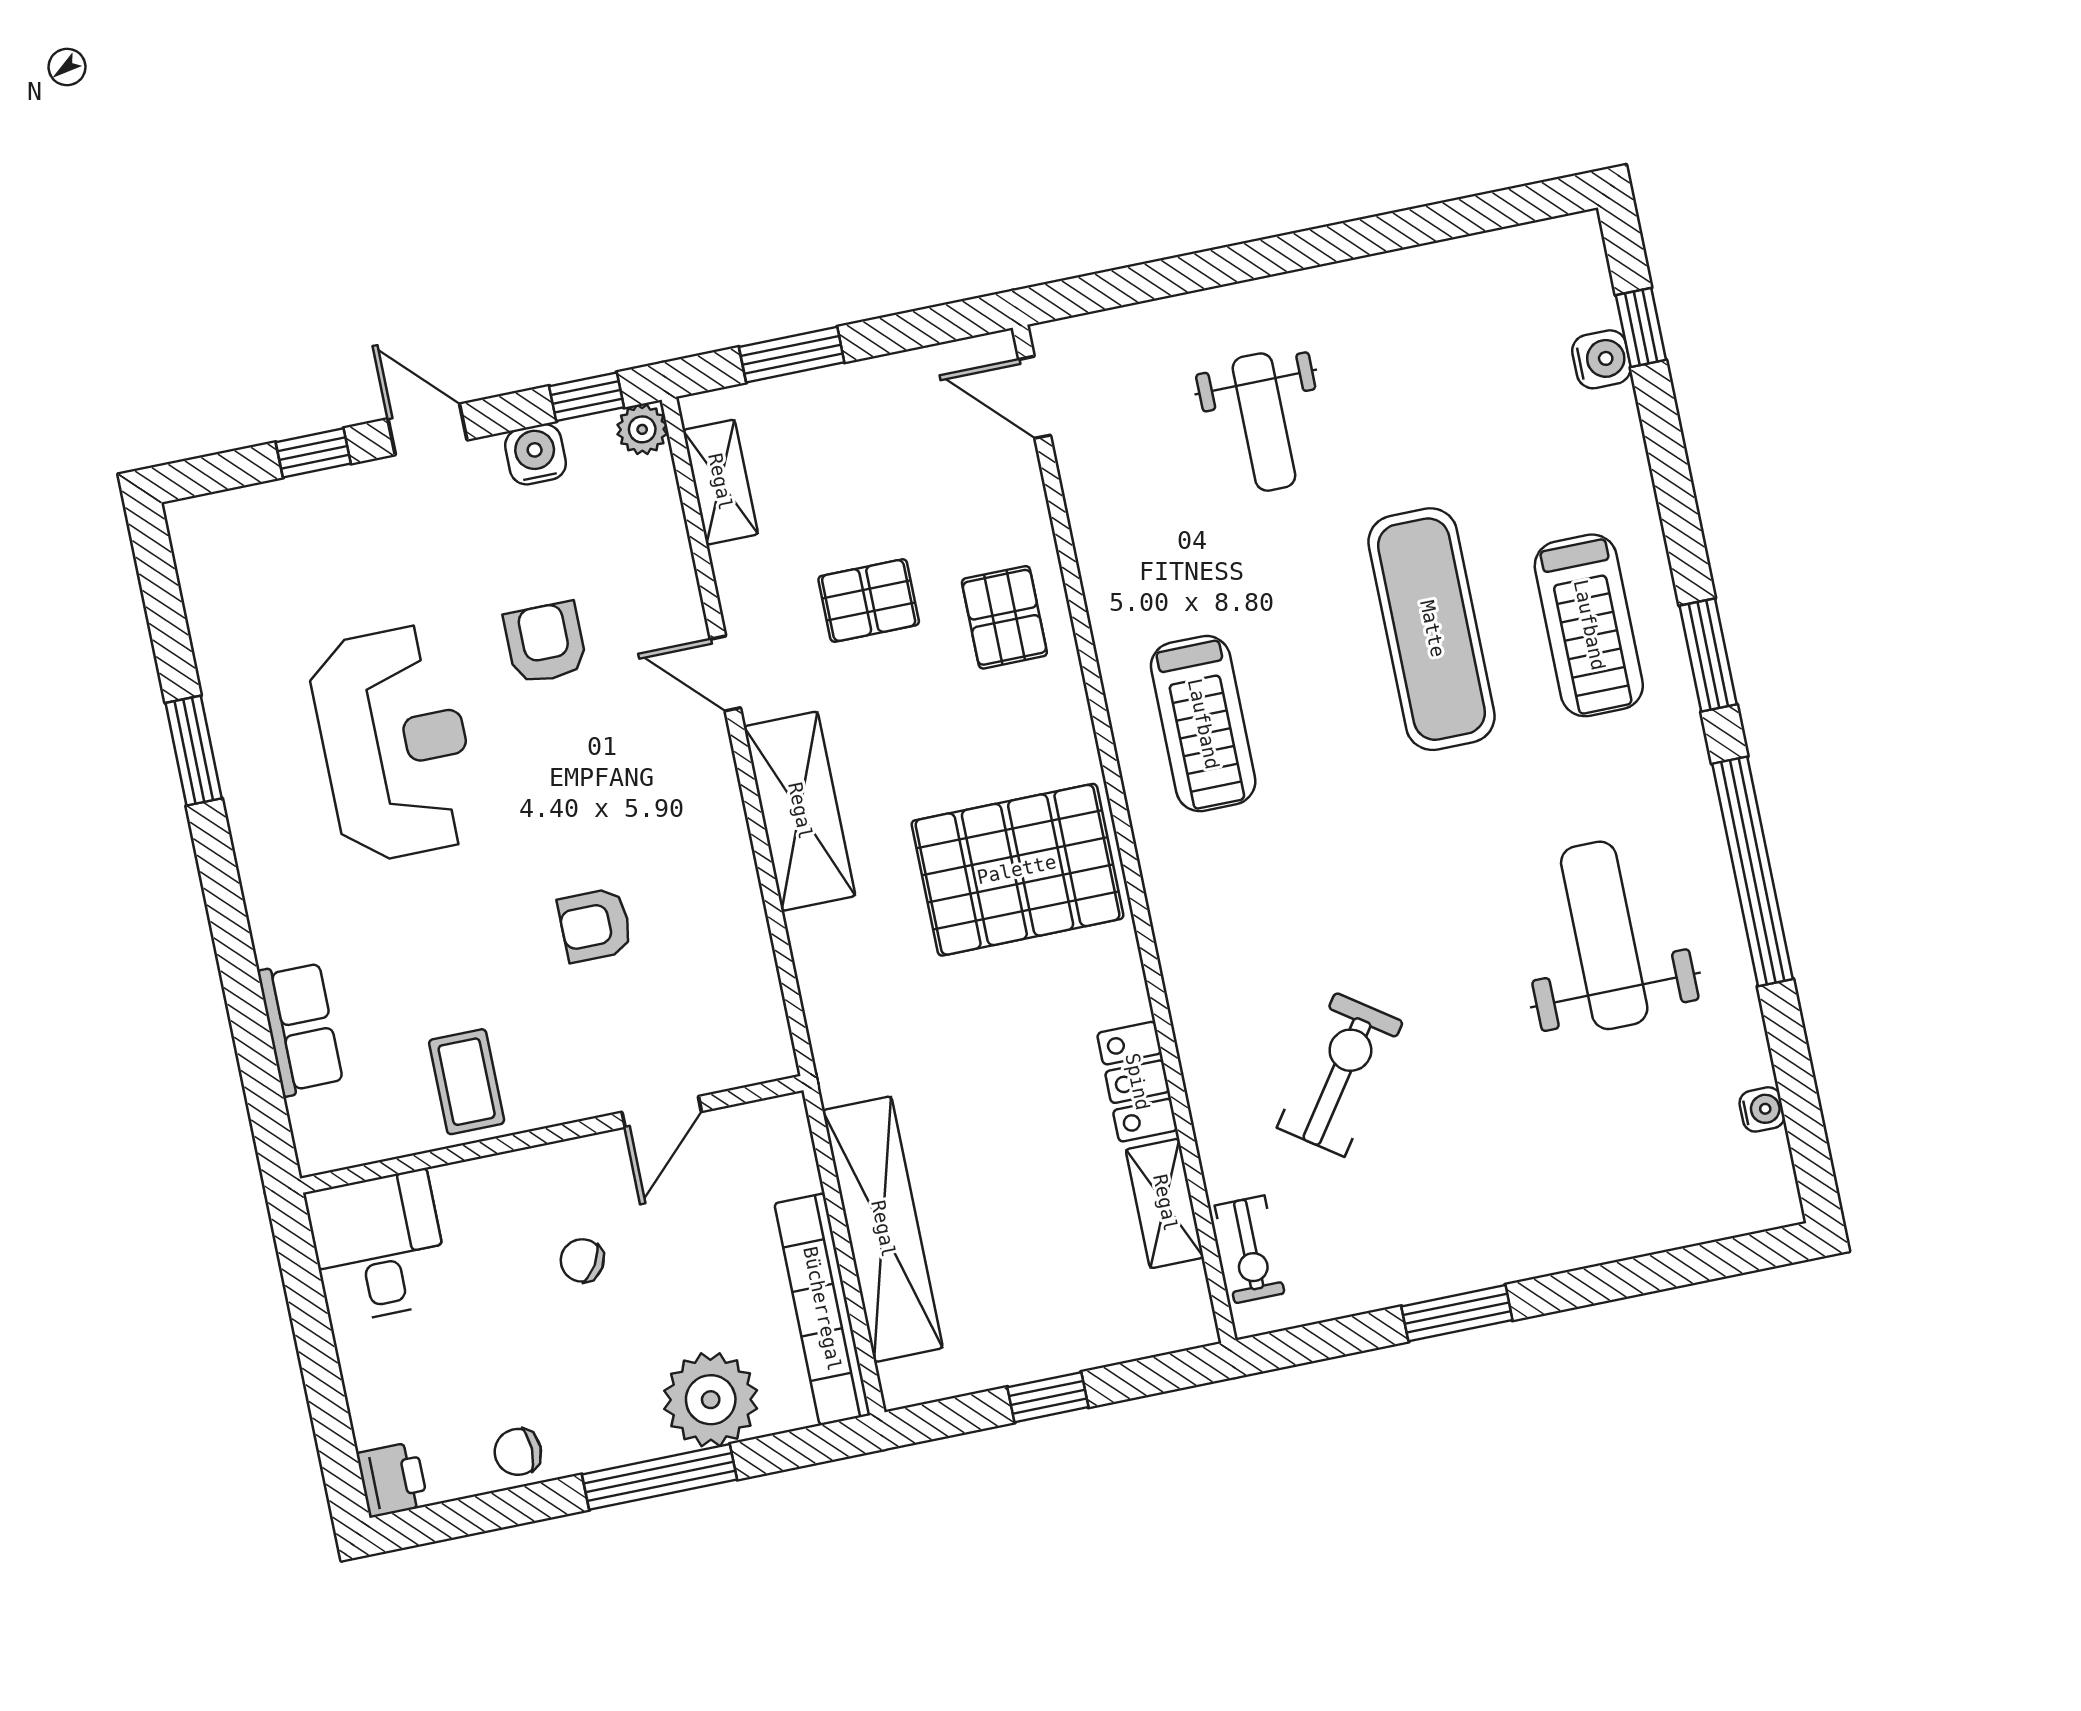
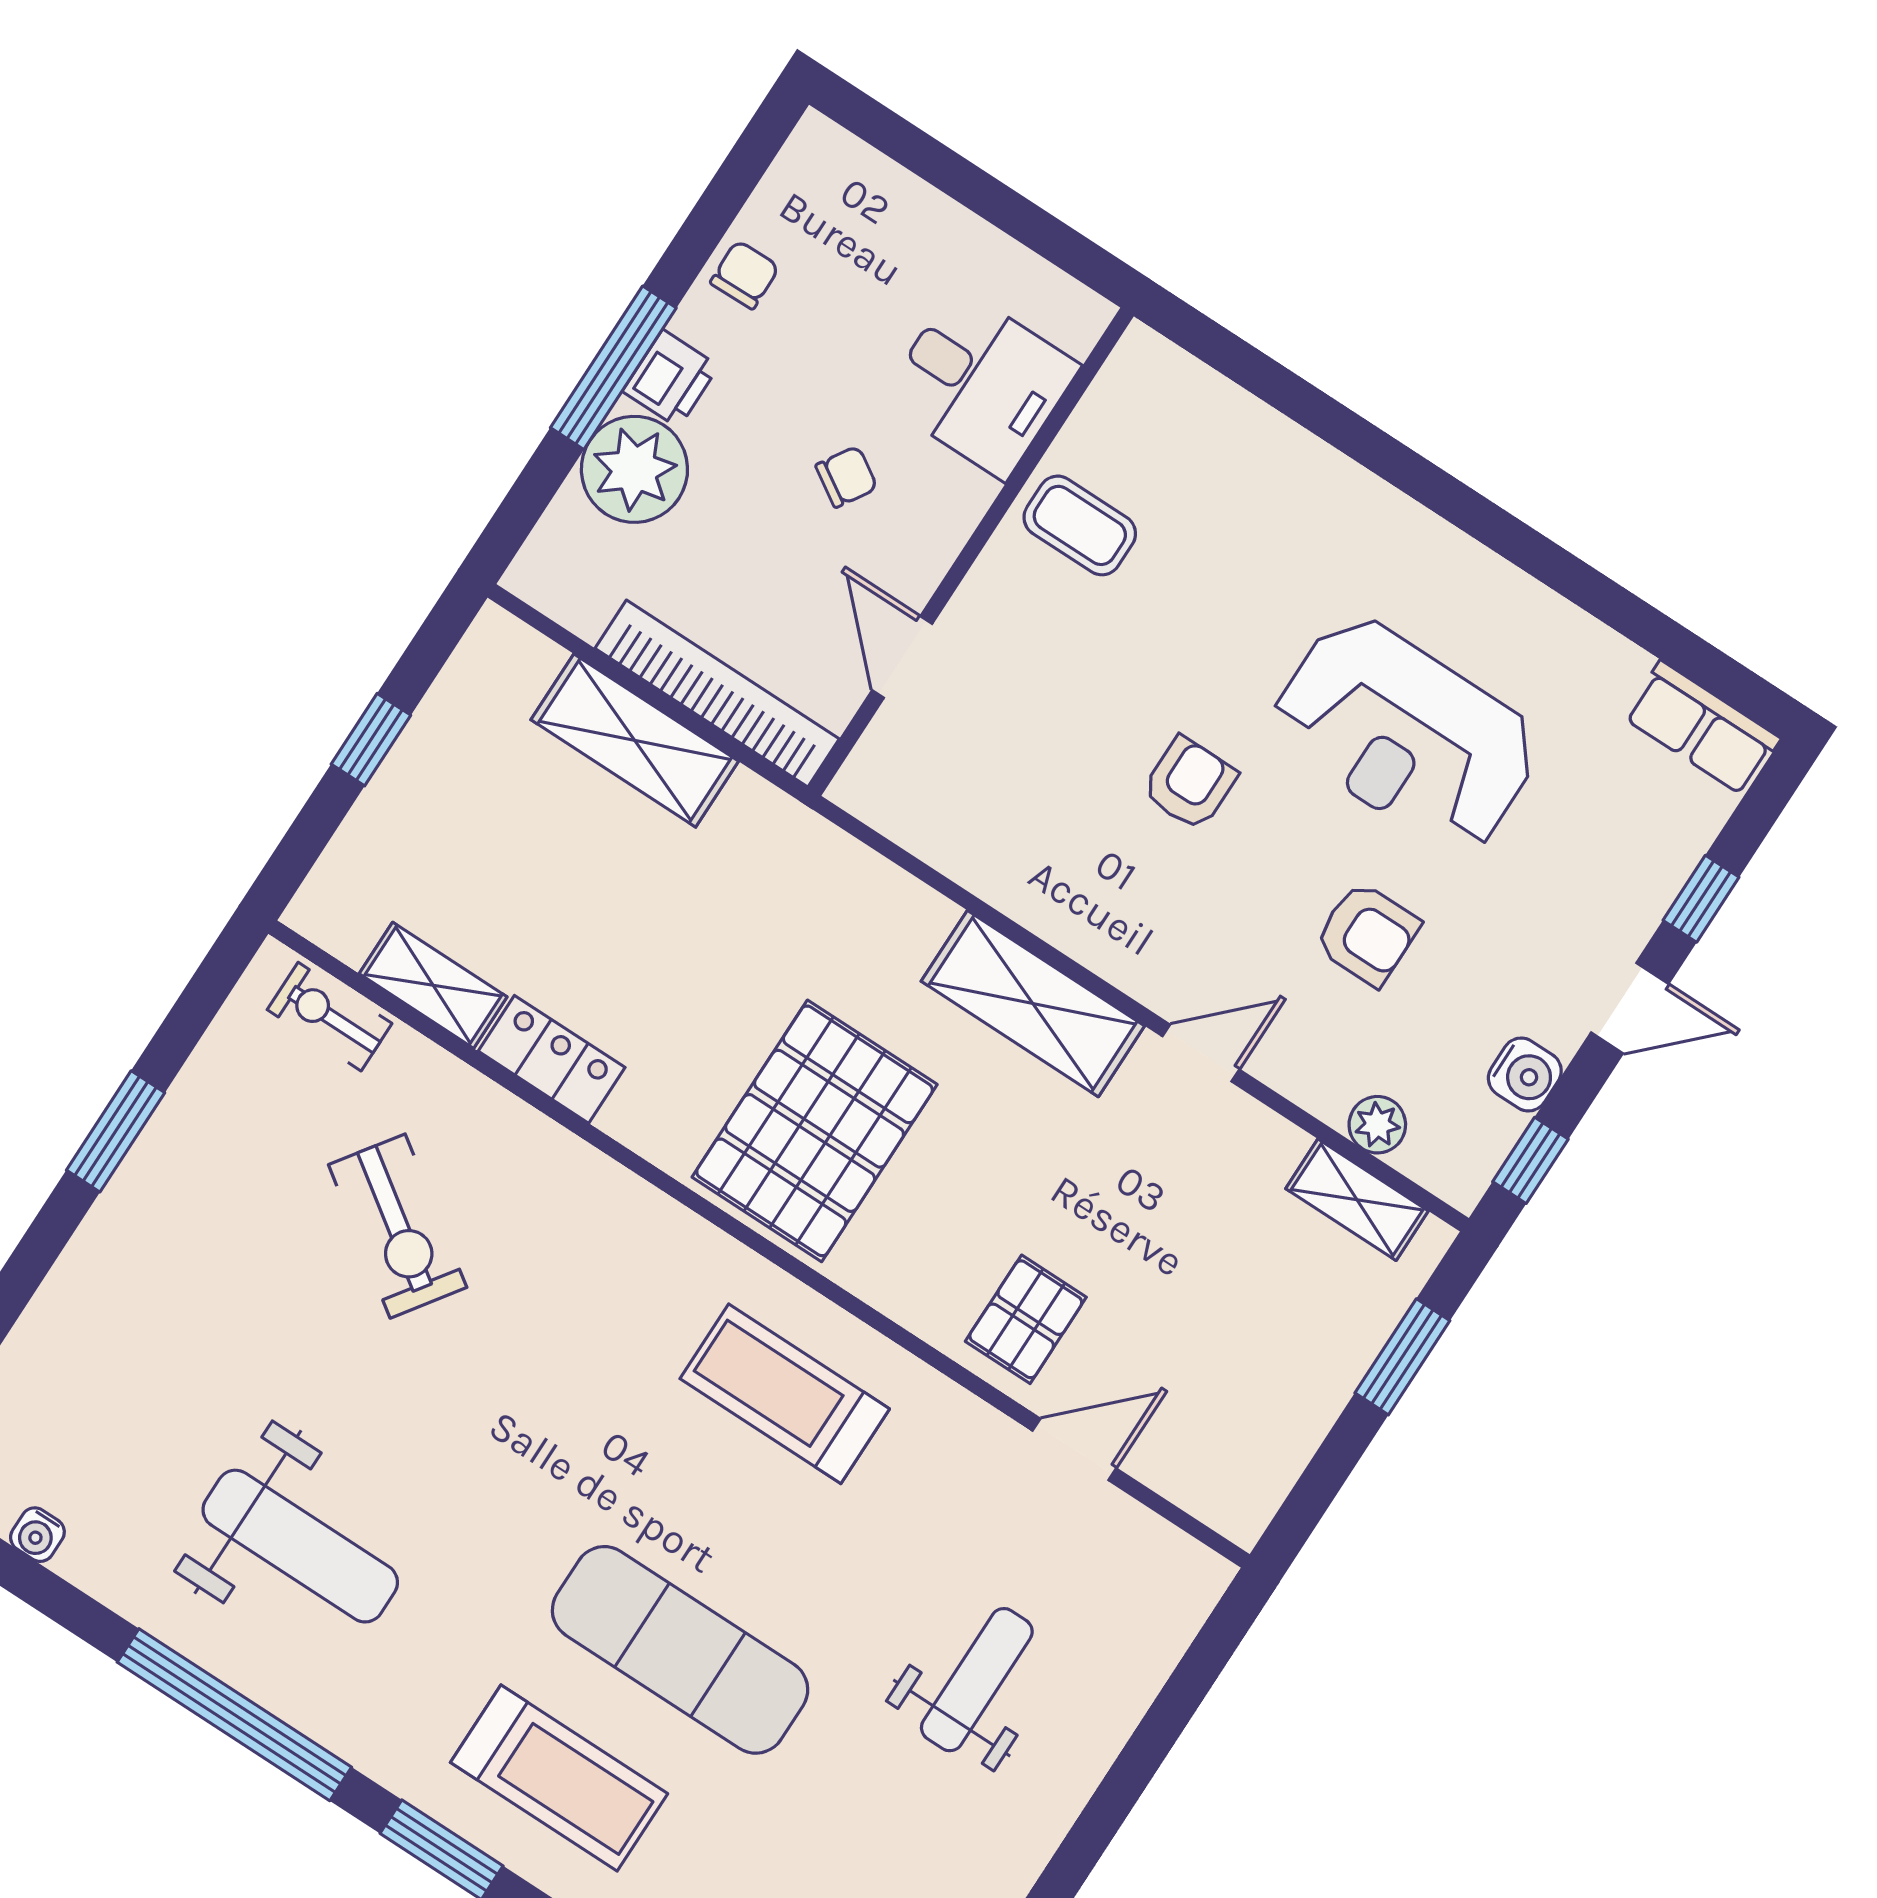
door: (1035, 397) -> (1074, 1450), moved
weight bench: (1264, 422) -> (977, 1680), turned 90
plant: (642, 429) -> (1377, 1125), moved
pallet: (869, 601) -> (1146, 1224), removed
pallet: (1004, 617) -> (1026, 1319), turned 90
treadmill: (1589, 625) -> (559, 1778), turned 180
window: (194, 751) -> (1558, 569), removed
armchair: (595, 925) -> (1190, 783), moved
row of seats: (300, 1028) -> (1702, 728), moved
shelving: (883, 1229) -> (635, 740), width x0.68
desk: (378, 1247) -> (980, 383), moved
bookcase: (822, 1309) -> (717, 694), moved
printer: (392, 1479) -> (671, 379), moved, turned -90

